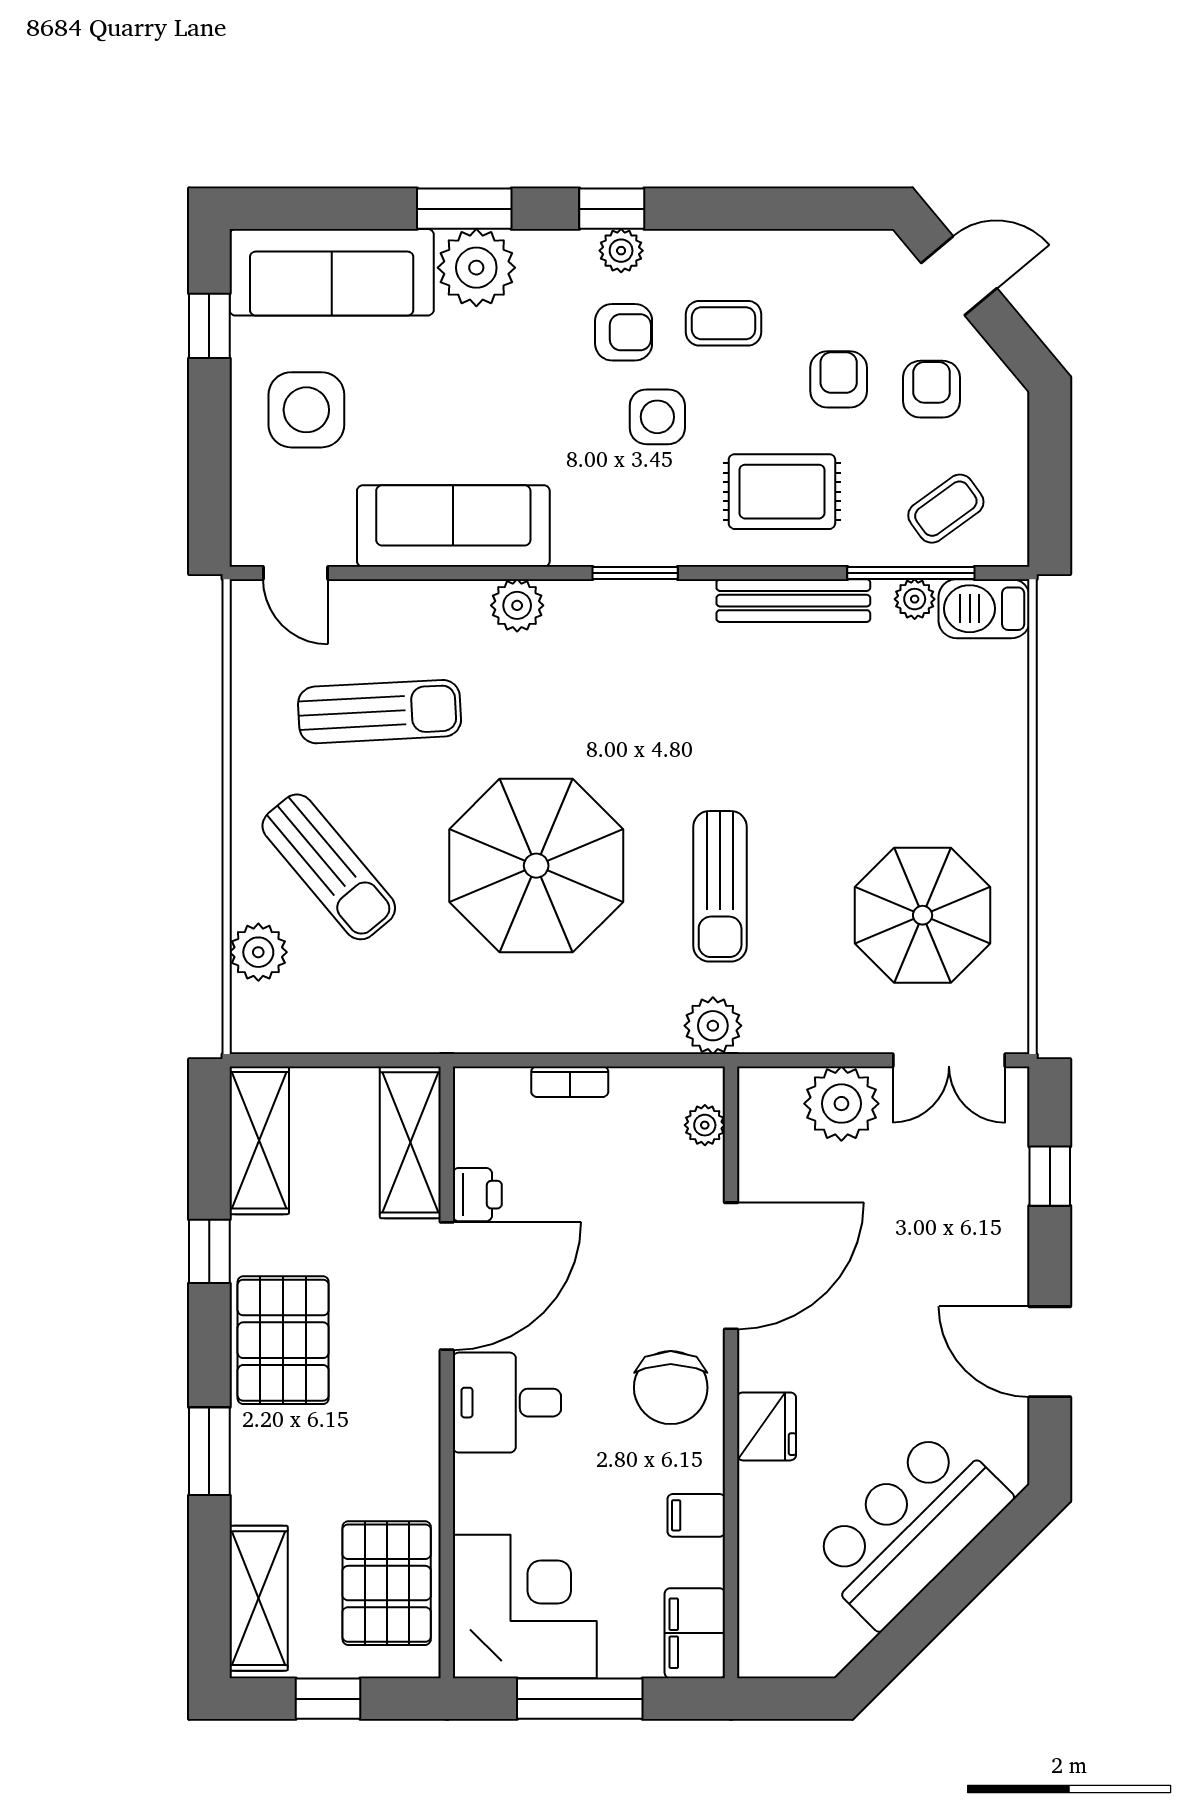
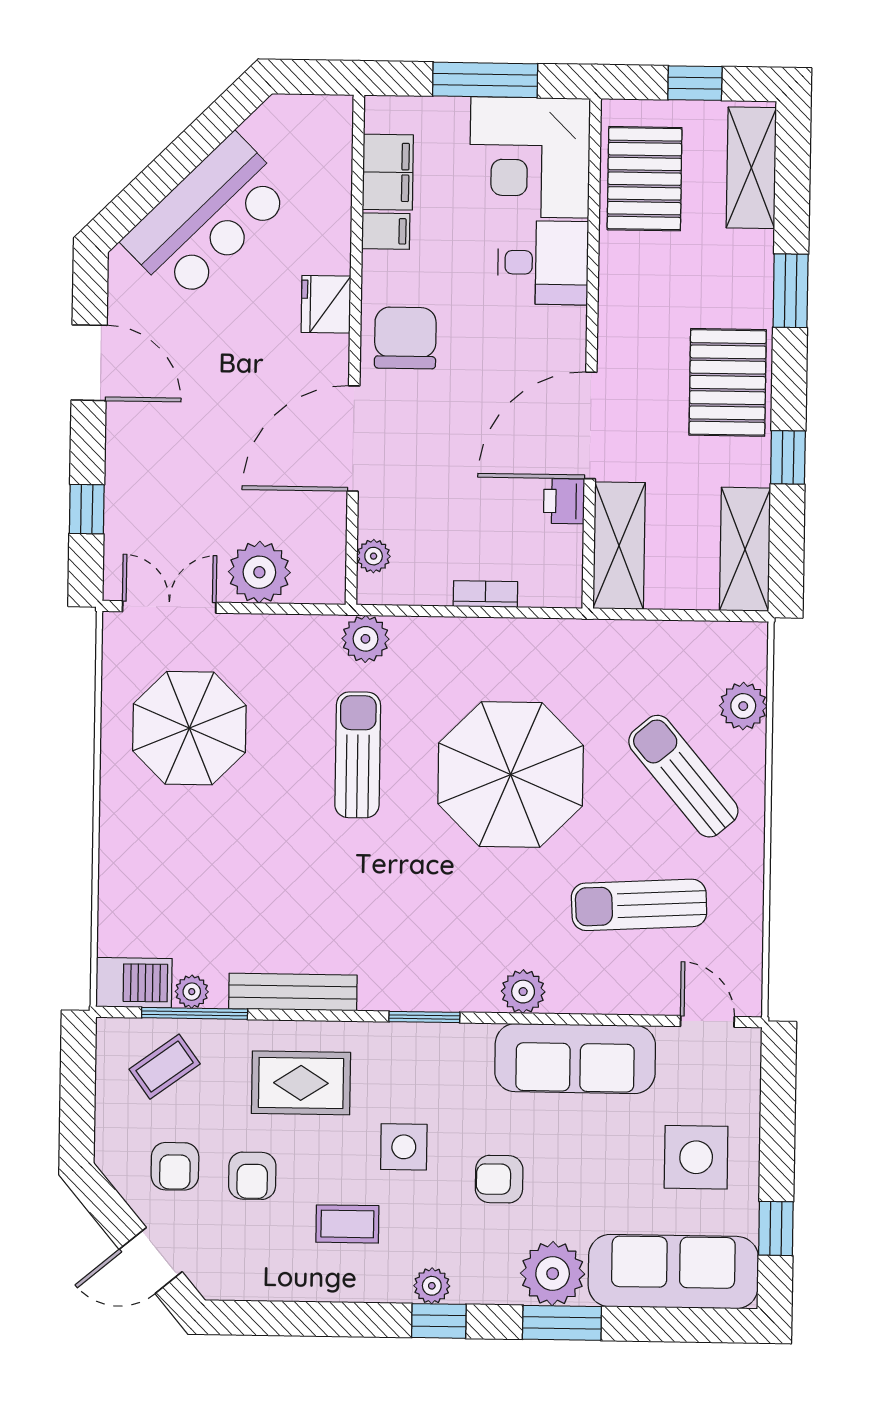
armchair: (624, 332) -> (499, 1179), moved
desk: (507, 1403) -> (543, 263), moved
filing cabinet: (695, 1633) -> (388, 172), moved

